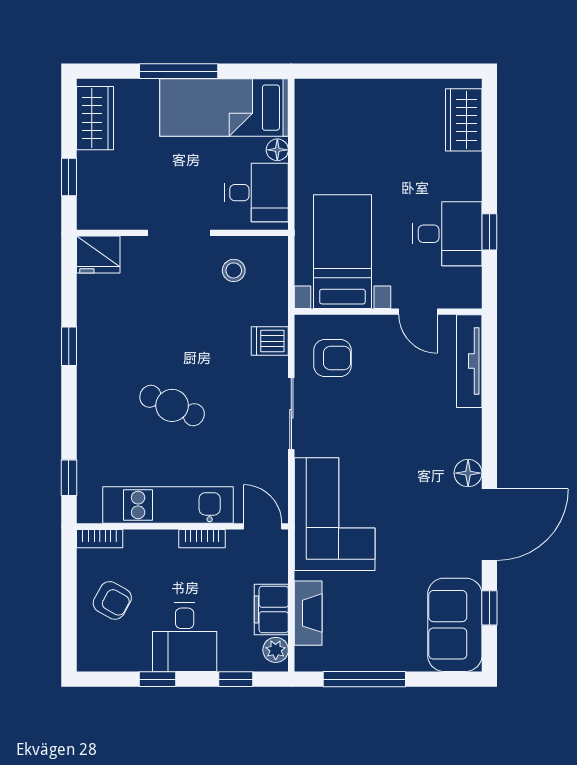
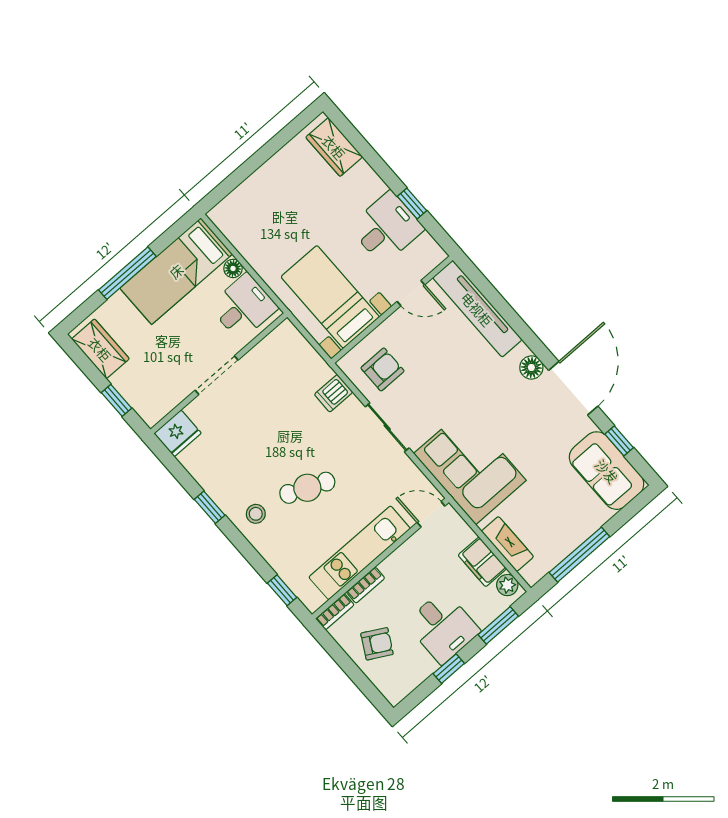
stool: (234, 270) -> (256, 514), moved
tv unit: (469, 361) -> (477, 309), width x1.36, depth x1.29
bookcase: (202, 539) -> (366, 585), moved
window: (236, 679) -> (498, 625), width x1.50

